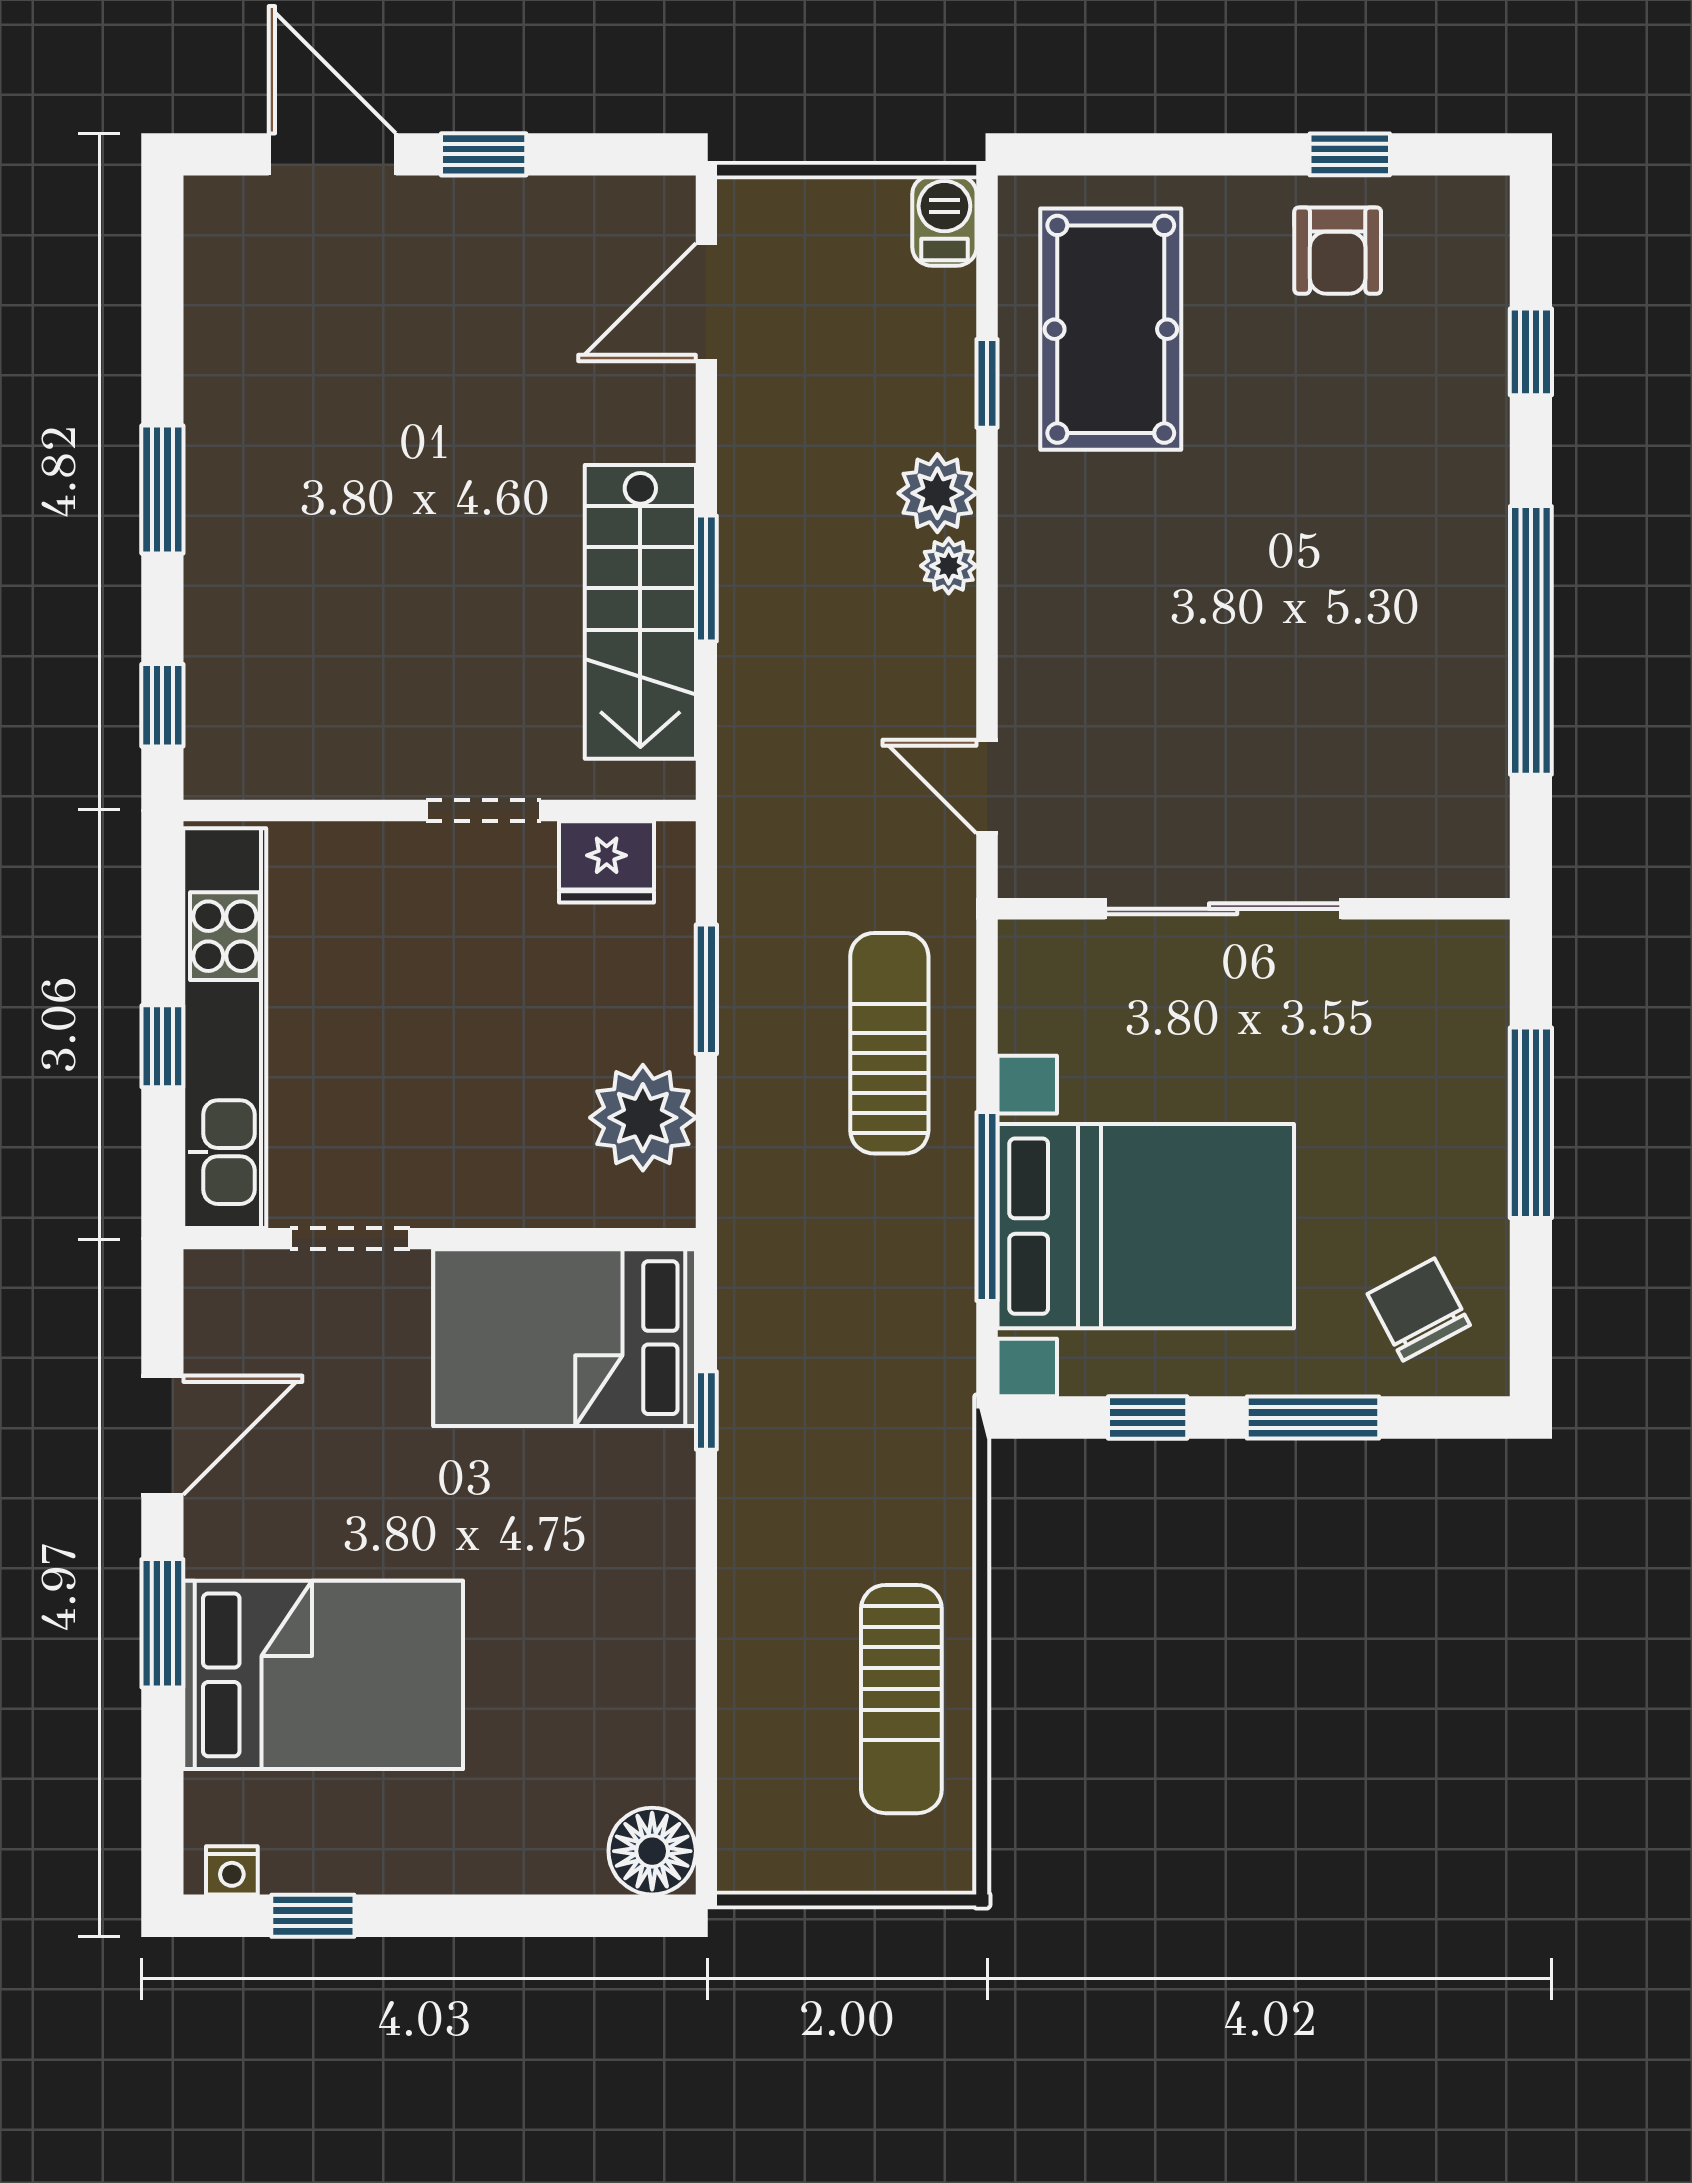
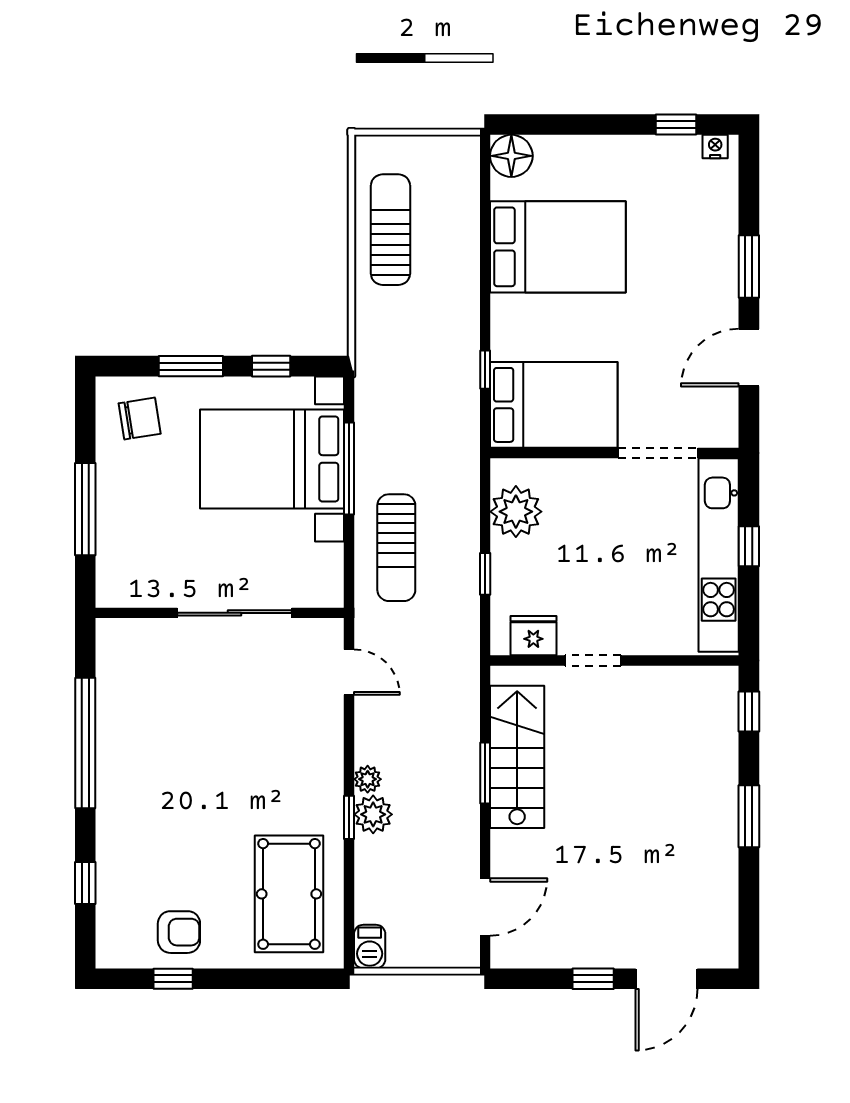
door: (332, 154) -> (667, 979), hinge flipped
armchair: (1338, 251) -> (179, 932), turned 90
window: (987, 383) -> (349, 817), moved
window: (706, 989) -> (485, 574), width x0.67
doorway: (350, 1239) -> (658, 453), width x1.38
chair: (1419, 1310) -> (140, 419), turned -71
bed: (323, 1675) -> (558, 247), moved, turned 180

